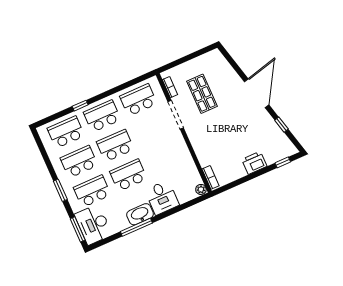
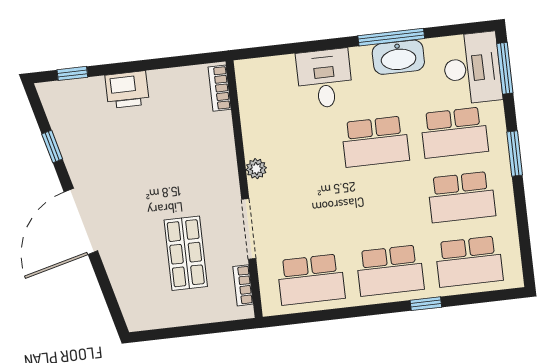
school desk: (115, 146) -> (383, 206), removed
plant: (201, 189) -> (256, 169), moved
washbasin: (140, 214) -> (398, 57), moved

